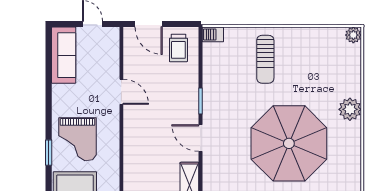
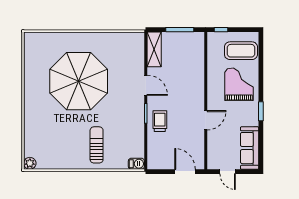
trolley: (178, 48) -> (160, 121), moved
door: (121, 92) -> (206, 120), swing flipped
plant: (350, 109) -> (32, 107), removed
window: (49, 153) -> (261, 111), moved

